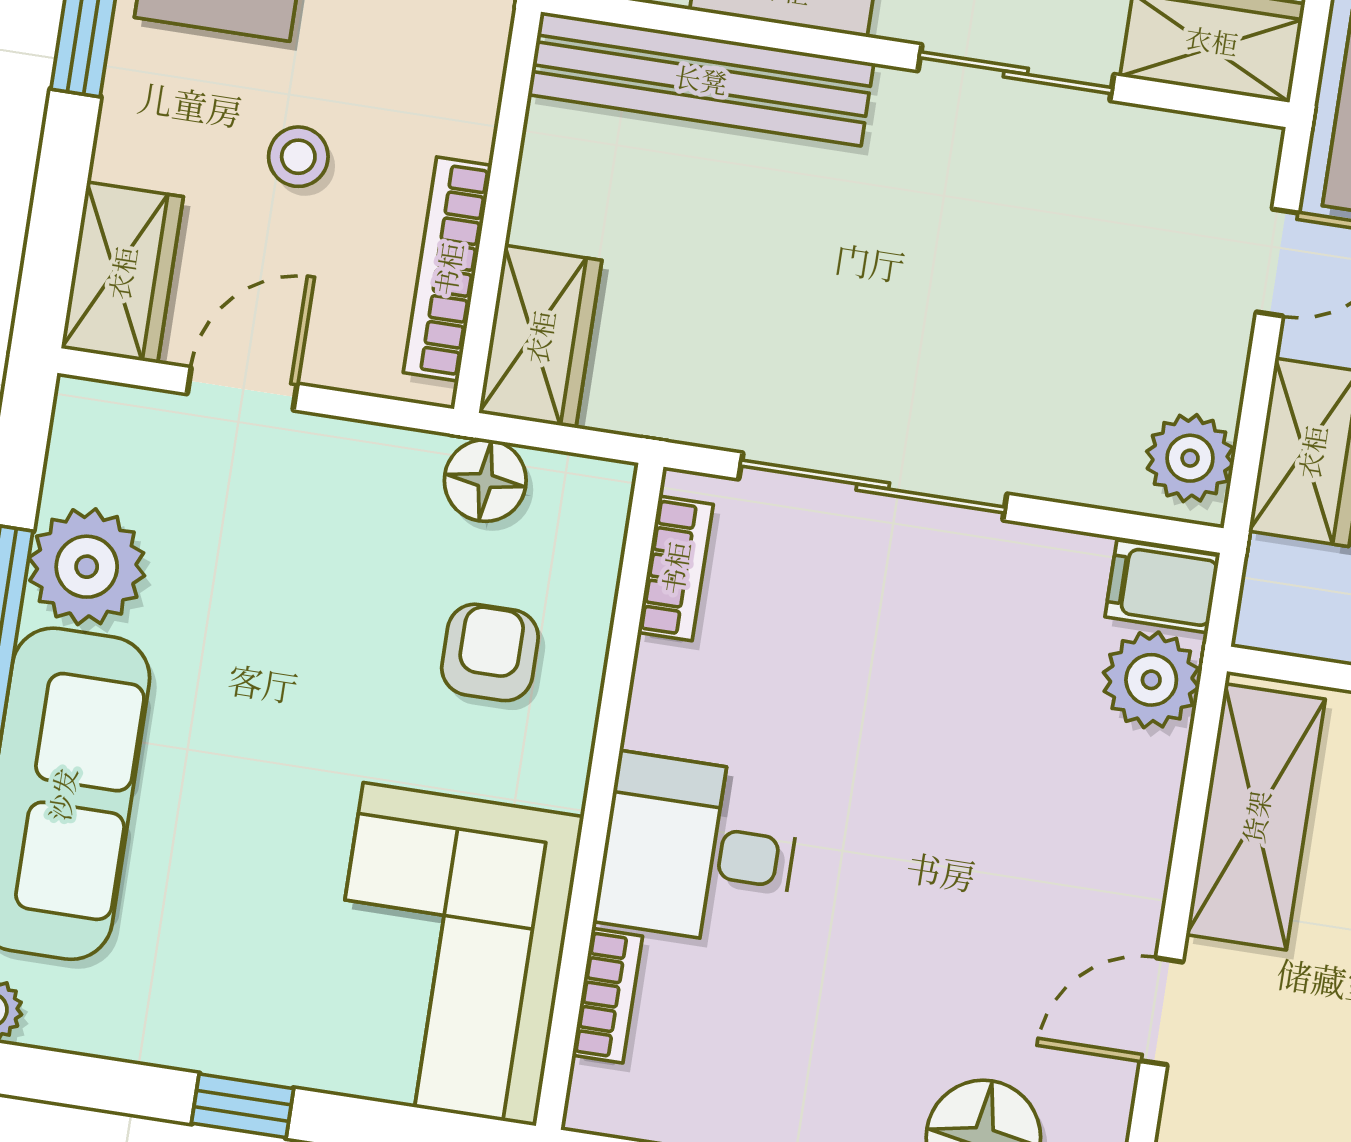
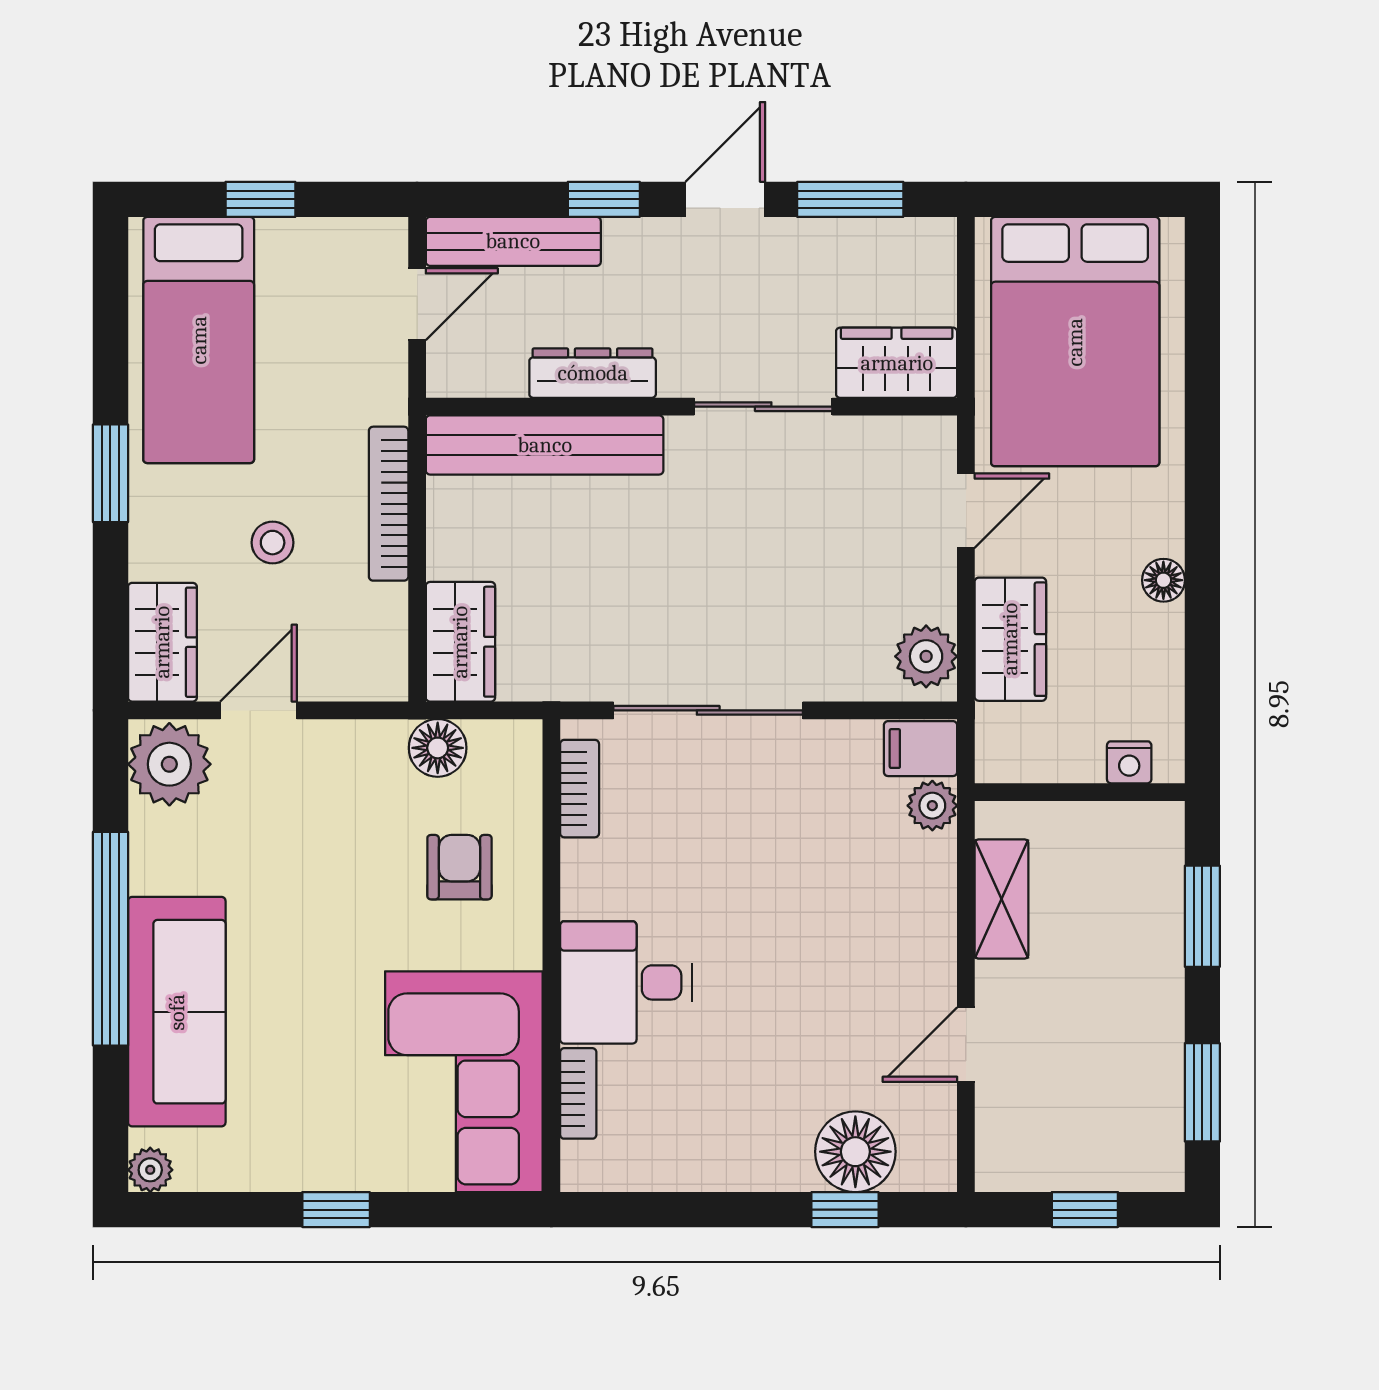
bookcase: (448, 269) -> (389, 504), moved
plant: (87, 567) -> (169, 764), moved
plant: (1151, 680) -> (932, 806), width x0.73, depth x0.73
shelving: (1256, 817) -> (1002, 899), width x0.67, depth x0.75

